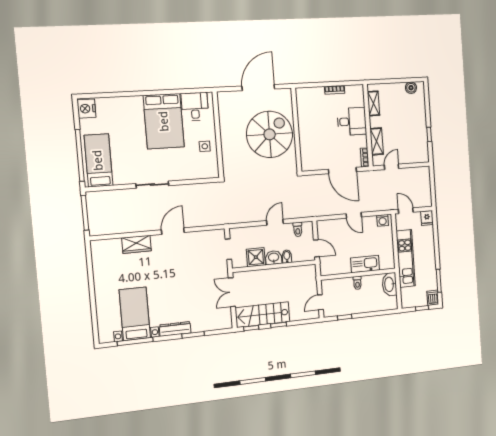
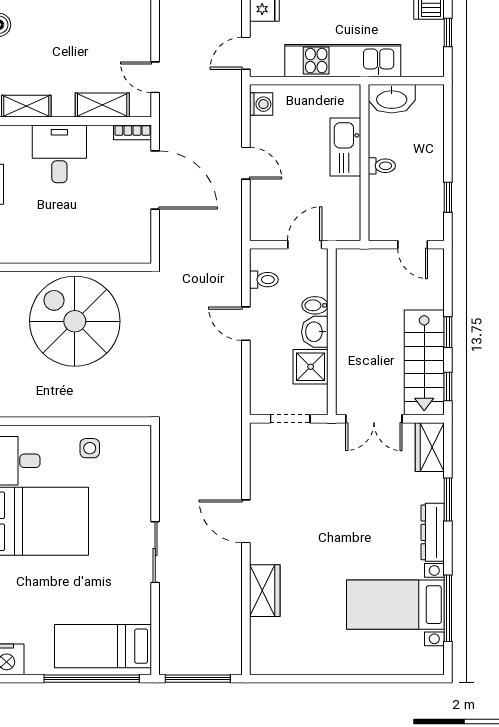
door: (342, 170) -> (155, 180), hinge flipped
door: (354, 215) -> (246, 163), hinge flipped
wardrobe: (220, 322) -> (430, 447), added

